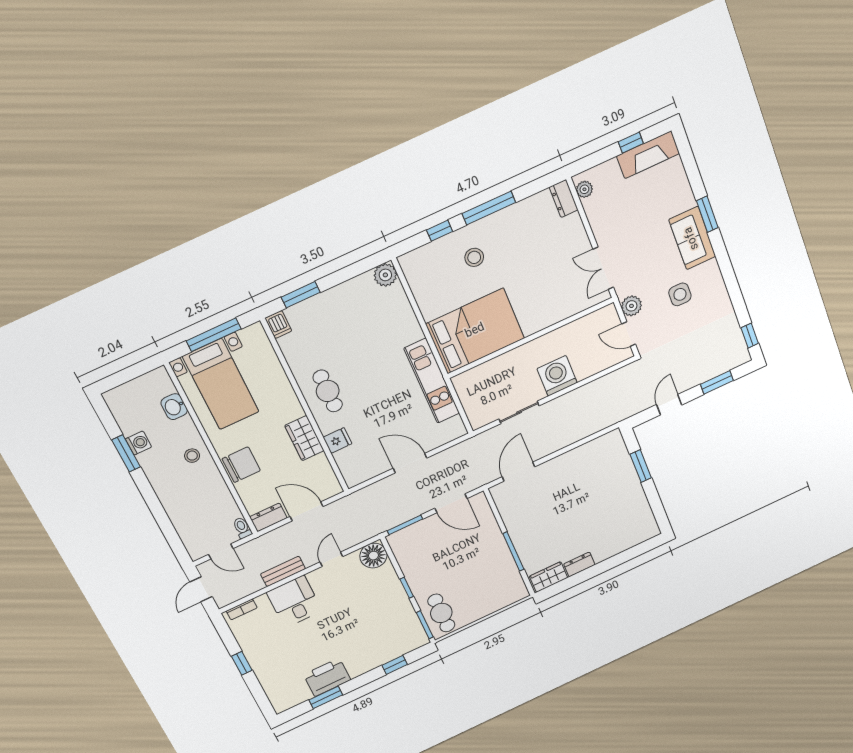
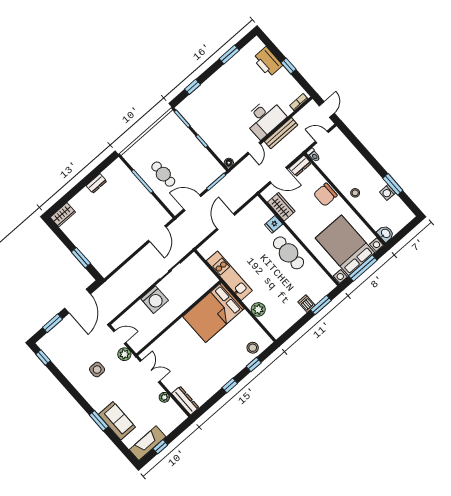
plant: (584, 189) -> (164, 397), moved
dresser: (564, 198) -> (185, 401), width x1.44
window: (489, 208) -> (230, 386), width x0.46
sofa: (692, 238) -> (117, 421), moved
stool: (474, 257) -> (253, 348), moved
plant: (385, 275) -> (258, 309), moved
dishwasher: (278, 325) -> (306, 304), moved
bed with nightstands: (221, 384) -> (345, 245), width x1.36
cafe table: (328, 391) -> (289, 253), width x1.37, depth x1.35
door: (669, 405) -> (78, 301), width x1.88
washbasin: (174, 407) -> (385, 234), moved
wardrobe: (304, 438) -> (281, 207), moved
door: (410, 463) -> (226, 222), swing flipped
floor lamp: (373, 556) -> (229, 163), width x0.53, depth x0.53
bench: (283, 571) -> (281, 133), width x1.36
wardrobe: (549, 577) -> (63, 215), moved
desk: (294, 602) -> (265, 118), width x1.37
cafe table: (441, 613) -> (163, 174), moved
printer: (327, 677) -> (268, 62), moved, turned 90

